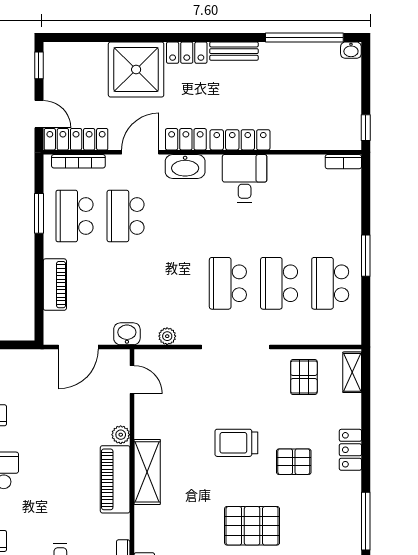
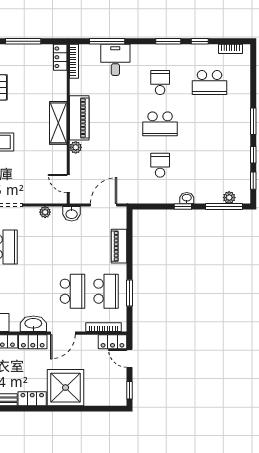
locker: (76, 139) -> (112, 342), width x0.66

